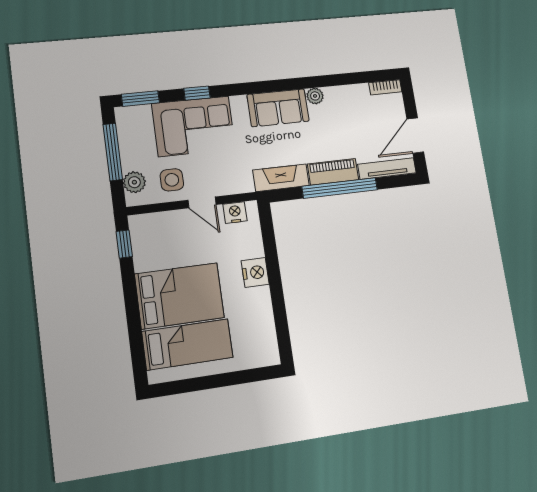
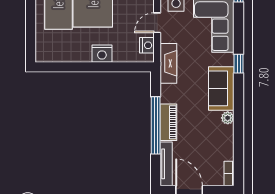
window: (197, 93) -> (239, 64), moved
fireplace: (281, 178) -> (168, 63), moved

